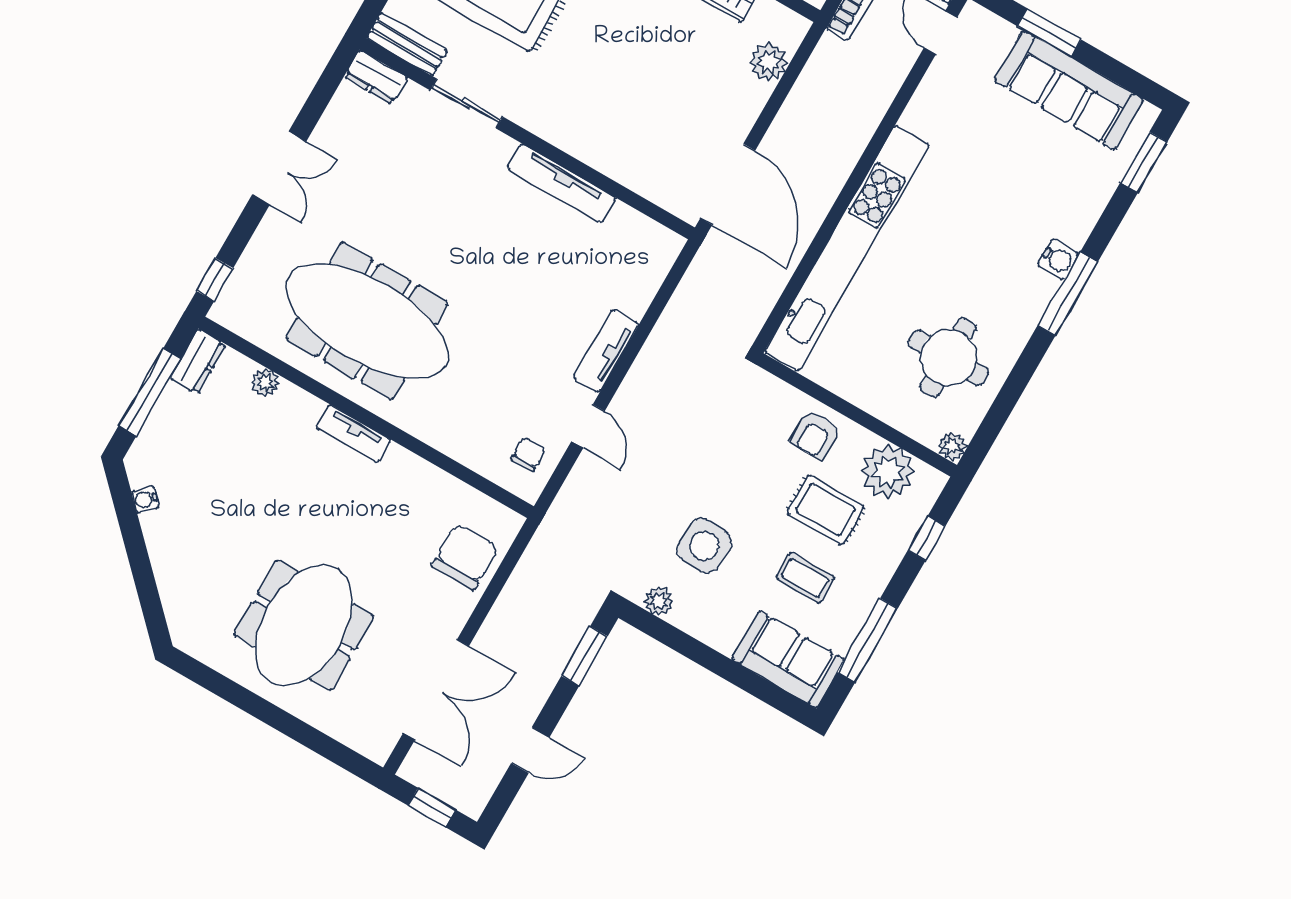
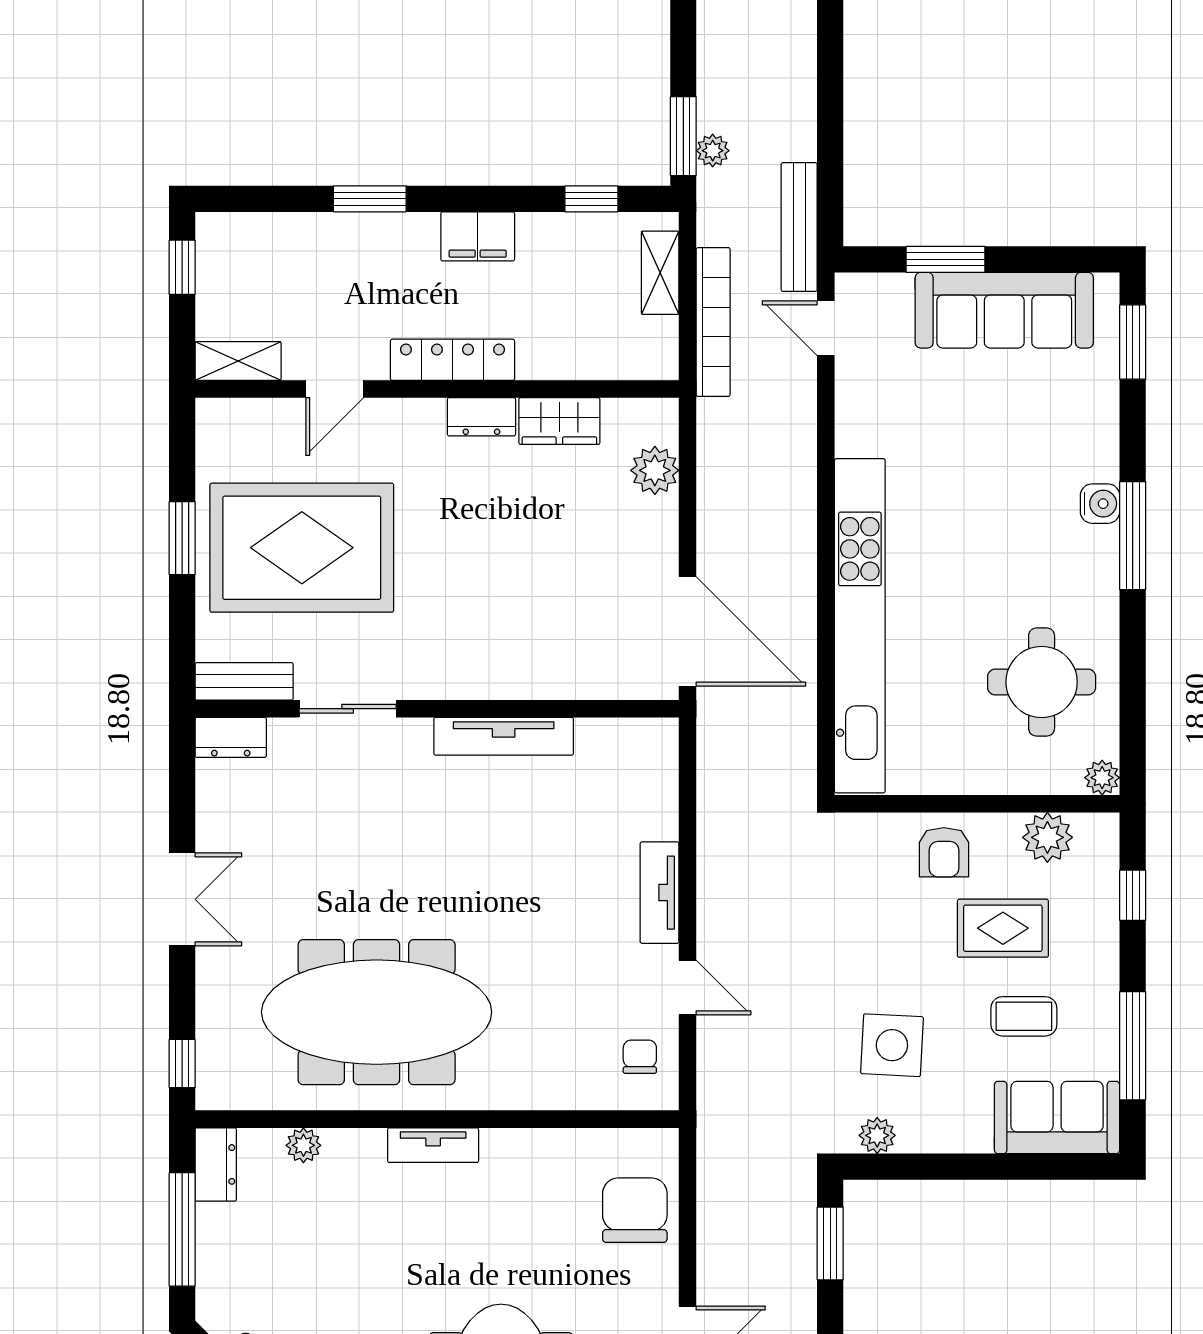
plant: (888, 472) -> (1047, 837), width x0.73, depth x0.73

